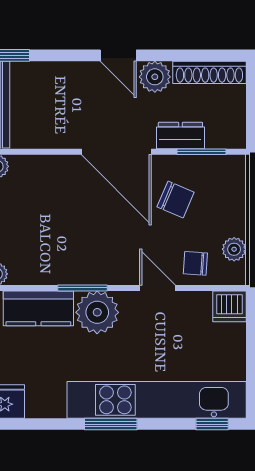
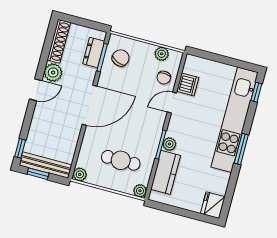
dresser: (180, 136) -> (94, 53), moved
chair: (176, 199) -> (121, 58), moved
cafe table: (39, 228) -> (121, 160), added
dishwasher: (229, 306) -> (188, 84), moved
plant: (97, 312) -> (169, 144), width x0.53, depth x0.53

